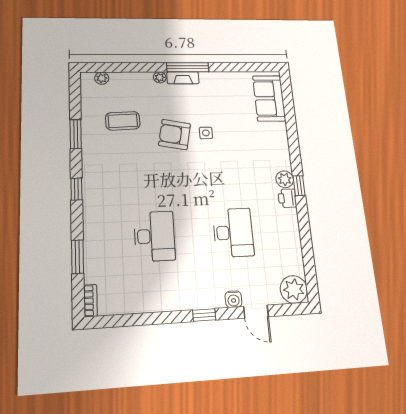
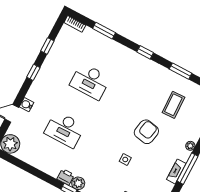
fireplace: (183, 78) -> (176, 171), moved
side table: (206, 133) -> (125, 159), moved
window: (204, 315) -> (33, 72), moved
window: (142, 319) -> (47, 46), added

